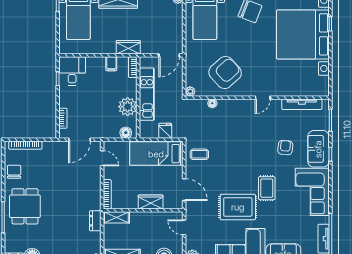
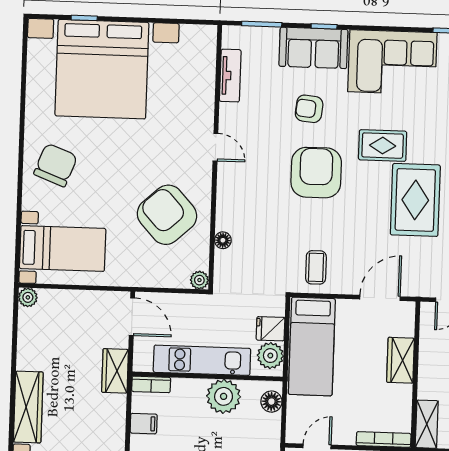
wardrobe: (128, 47) -> (115, 371), moved
tv unit: (302, 104) -> (230, 76), width x0.71
plant: (151, 131) -> (270, 356), added
armchair: (251, 153) -> (316, 173), added

